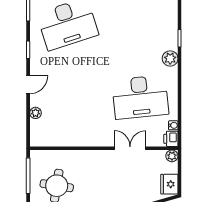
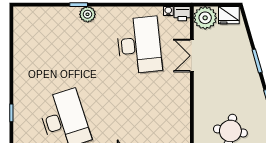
plant: (170, 58) -> (88, 14), moved
plant: (172, 156) -> (205, 18), width x1.87, depth x1.87

